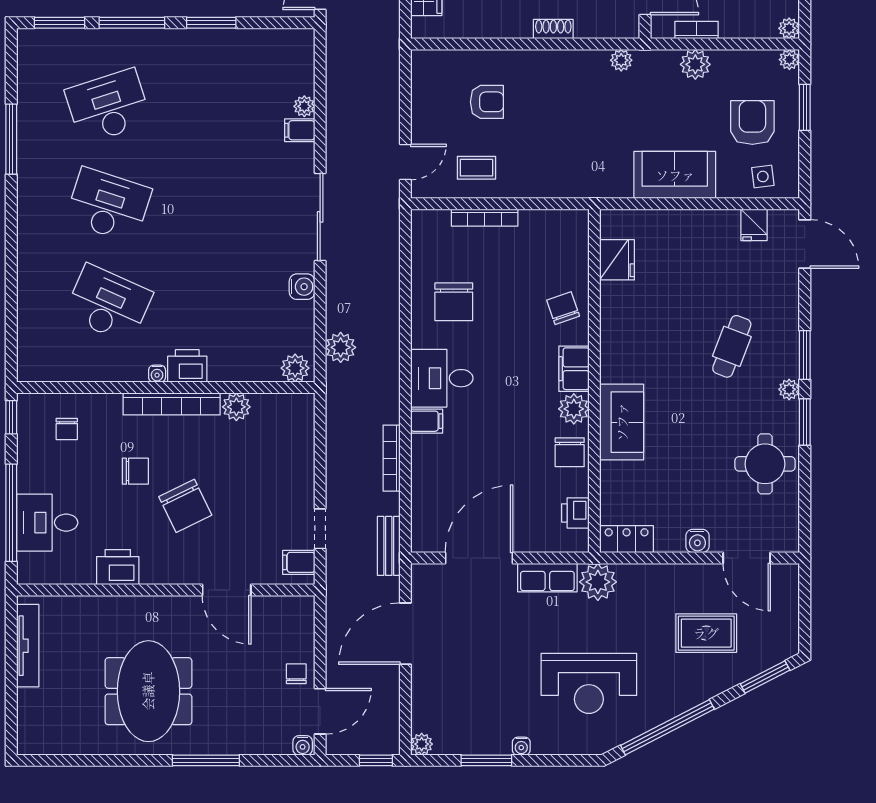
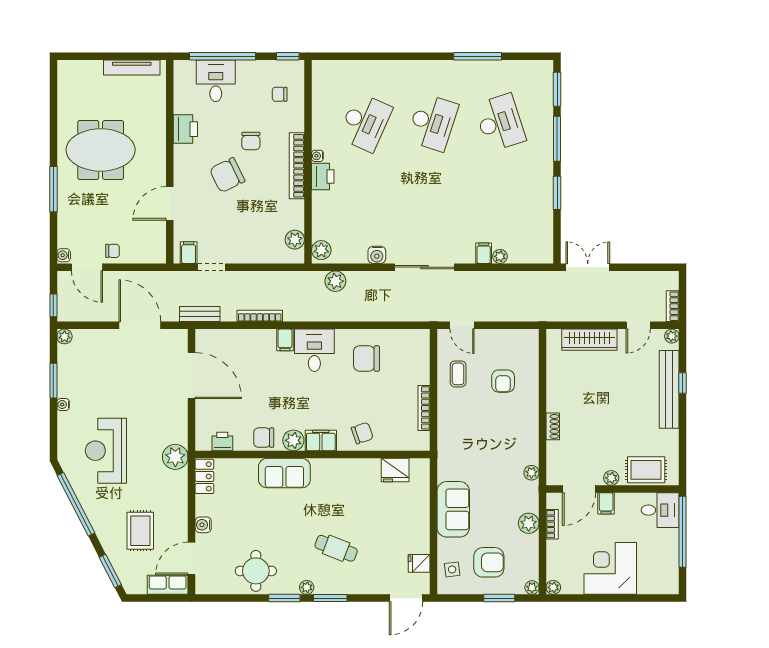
bookcase: (485, 218) -> (424, 408), moved
plant: (236, 407) -> (295, 240), moved
row of seats: (547, 578) -> (168, 585), moved, turned 90

